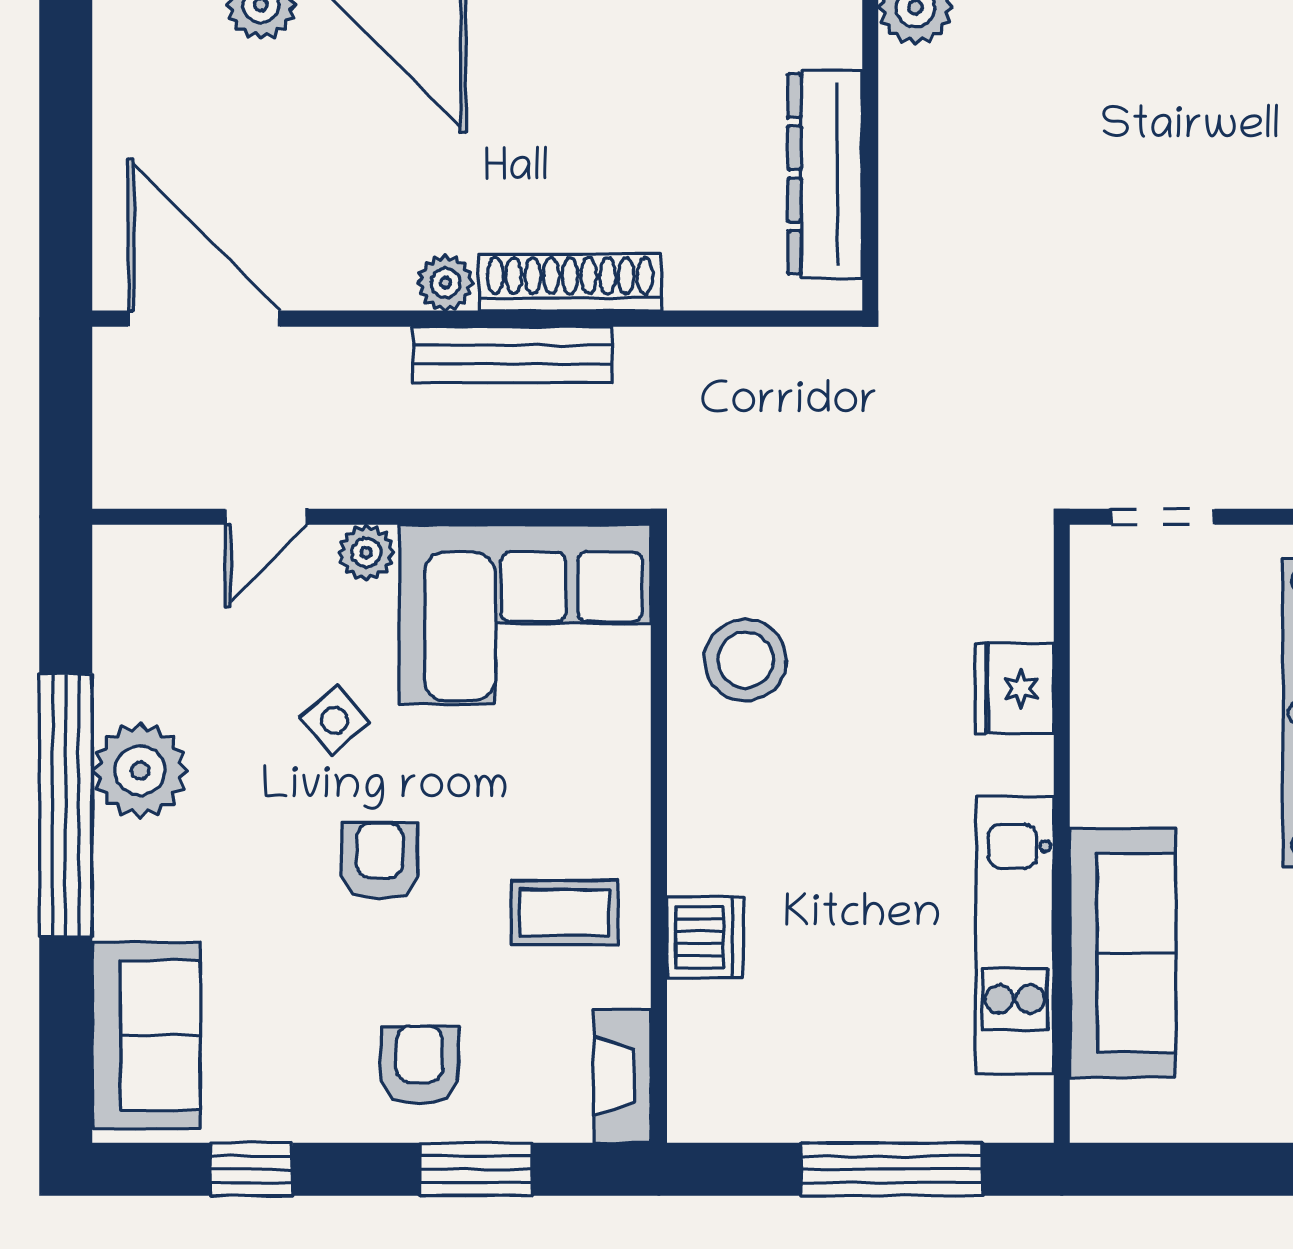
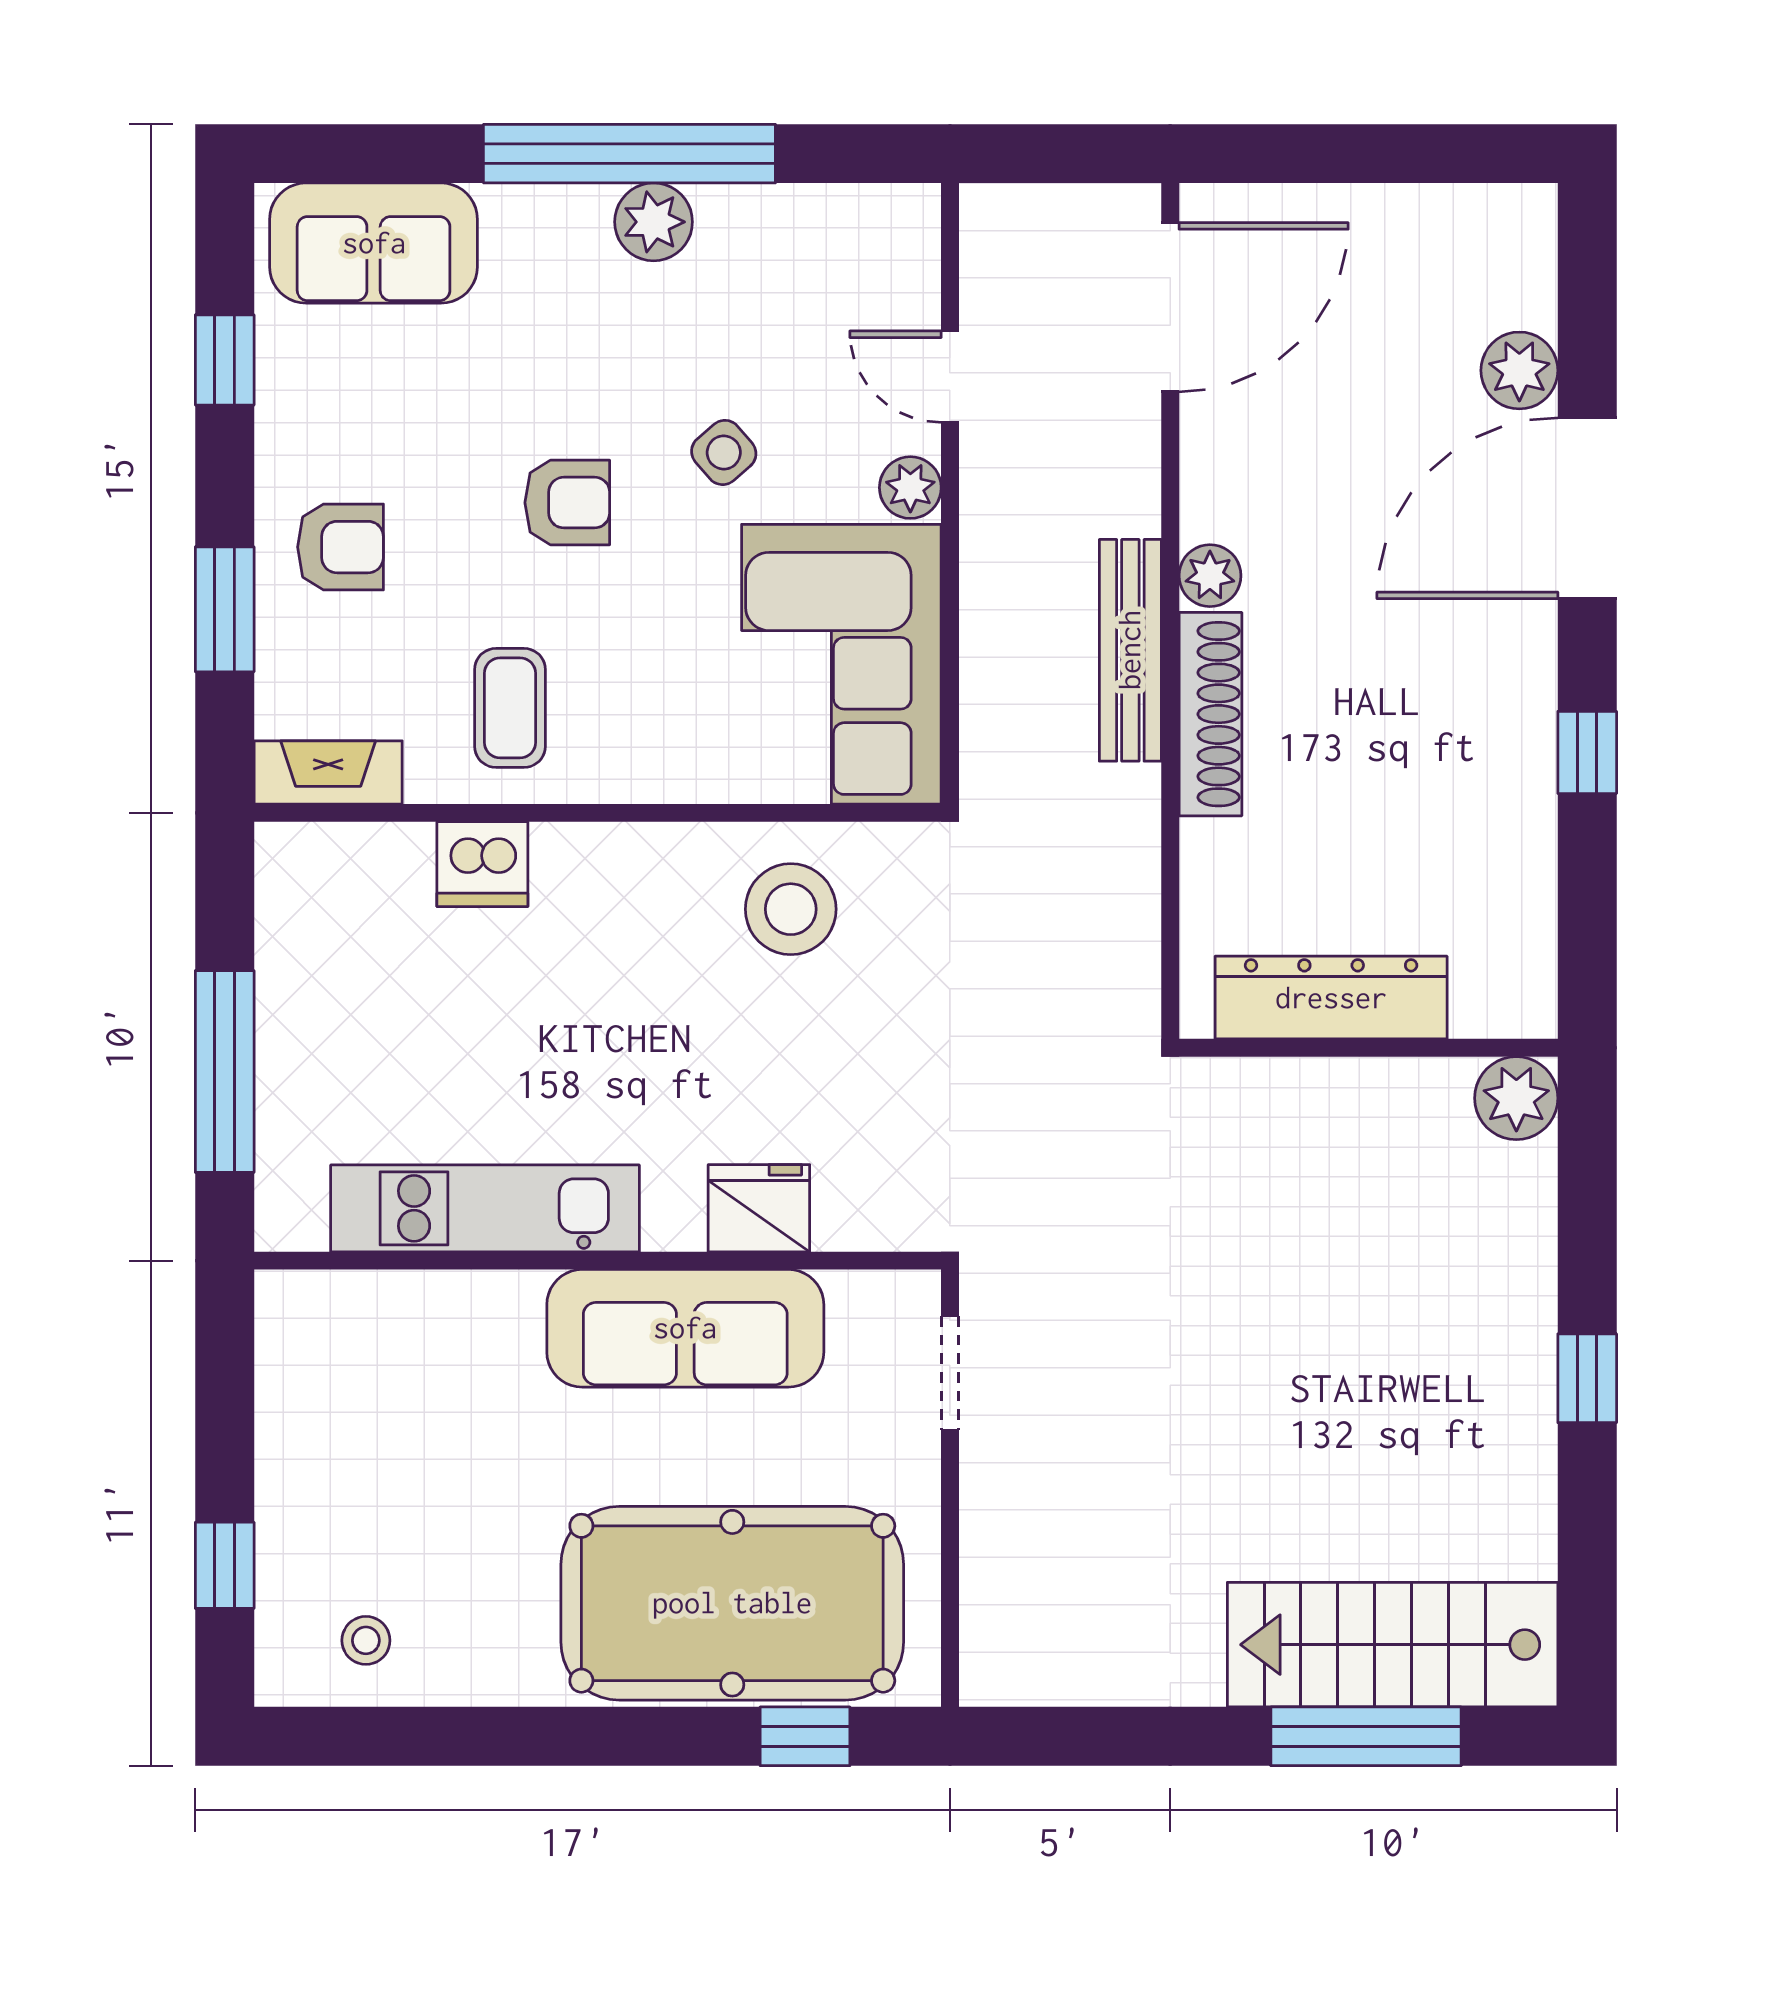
plant: (140, 771) -> (654, 222), width x0.73, depth x0.73
sofa: (1123, 953) -> (685, 1328), moved

